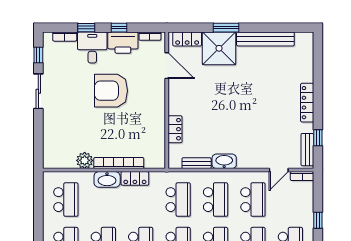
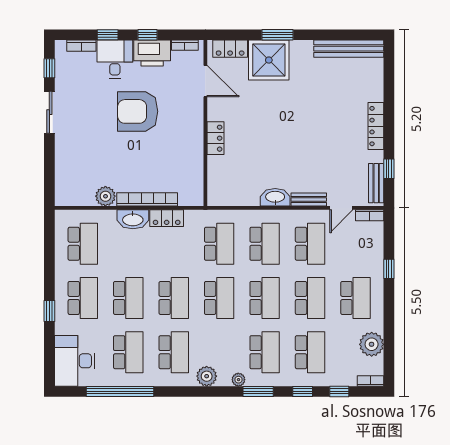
bench: (265, 39) -> (349, 49), moved
locker: (175, 129) -> (215, 138), moved
bench: (197, 163) -> (309, 200), moved

